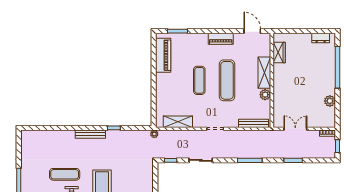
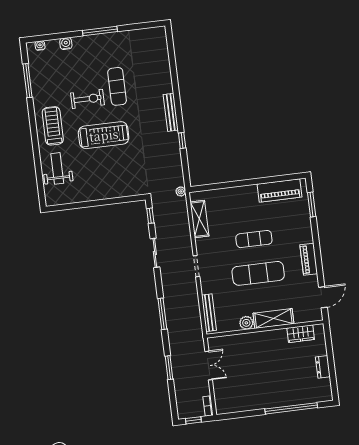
dresser: (321, 38) -> (323, 367), moved
plant: (330, 101) -> (248, 404), removed

